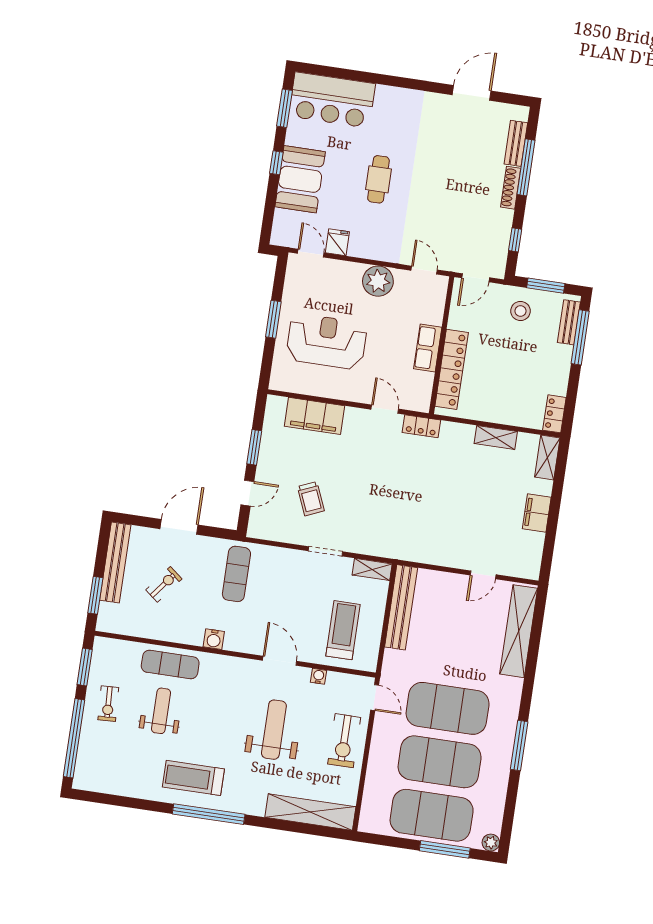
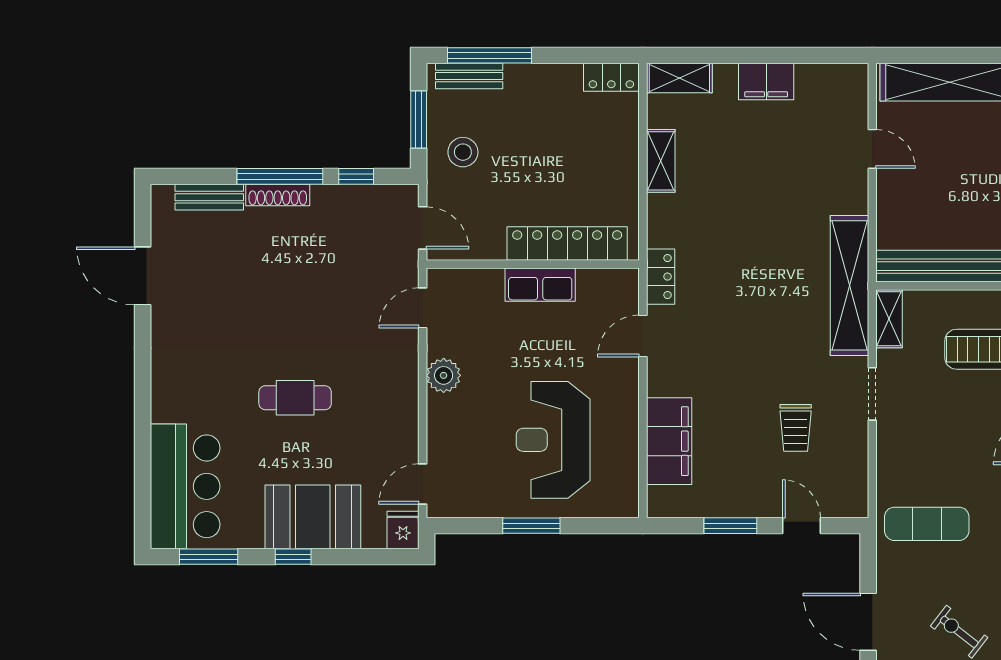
window: (526, 167) -> (280, 176), moved
fridge: (337, 242) -> (403, 530), moved, turned 90
plant: (378, 281) -> (444, 375), width x0.73, depth x0.73
trolley: (311, 499) -> (796, 428), turned 113
shelving: (397, 547) -> (849, 285), added

